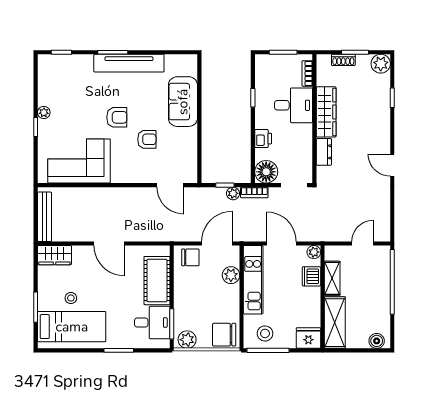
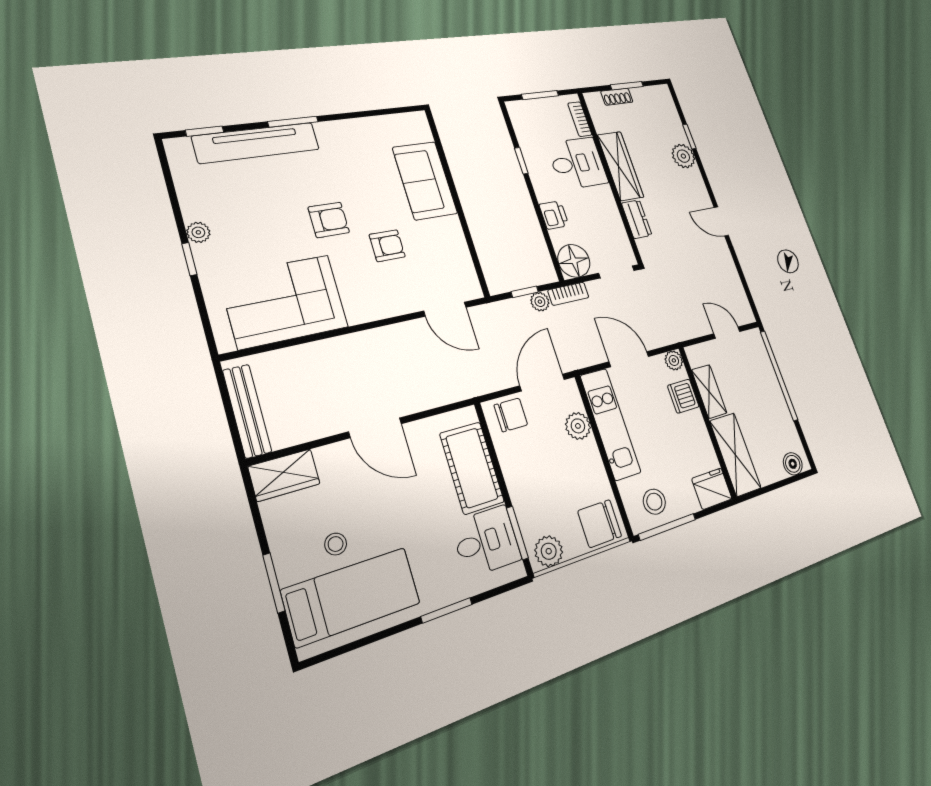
tv unit: (129, 63) -> (257, 143), moved
plant: (381, 64) -> (683, 156), moved
door: (363, 243) -> (727, 333), hinge flipped

